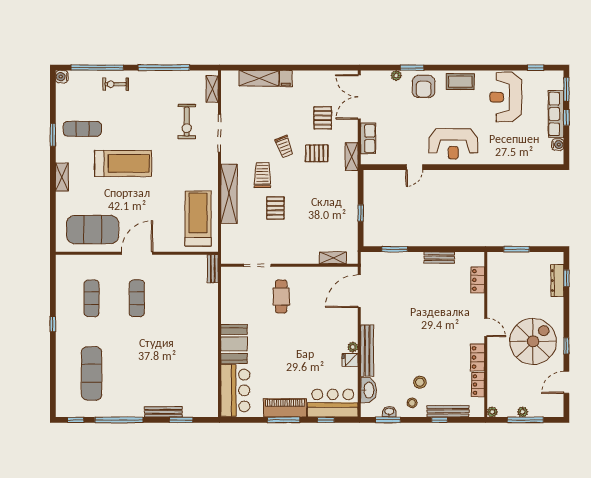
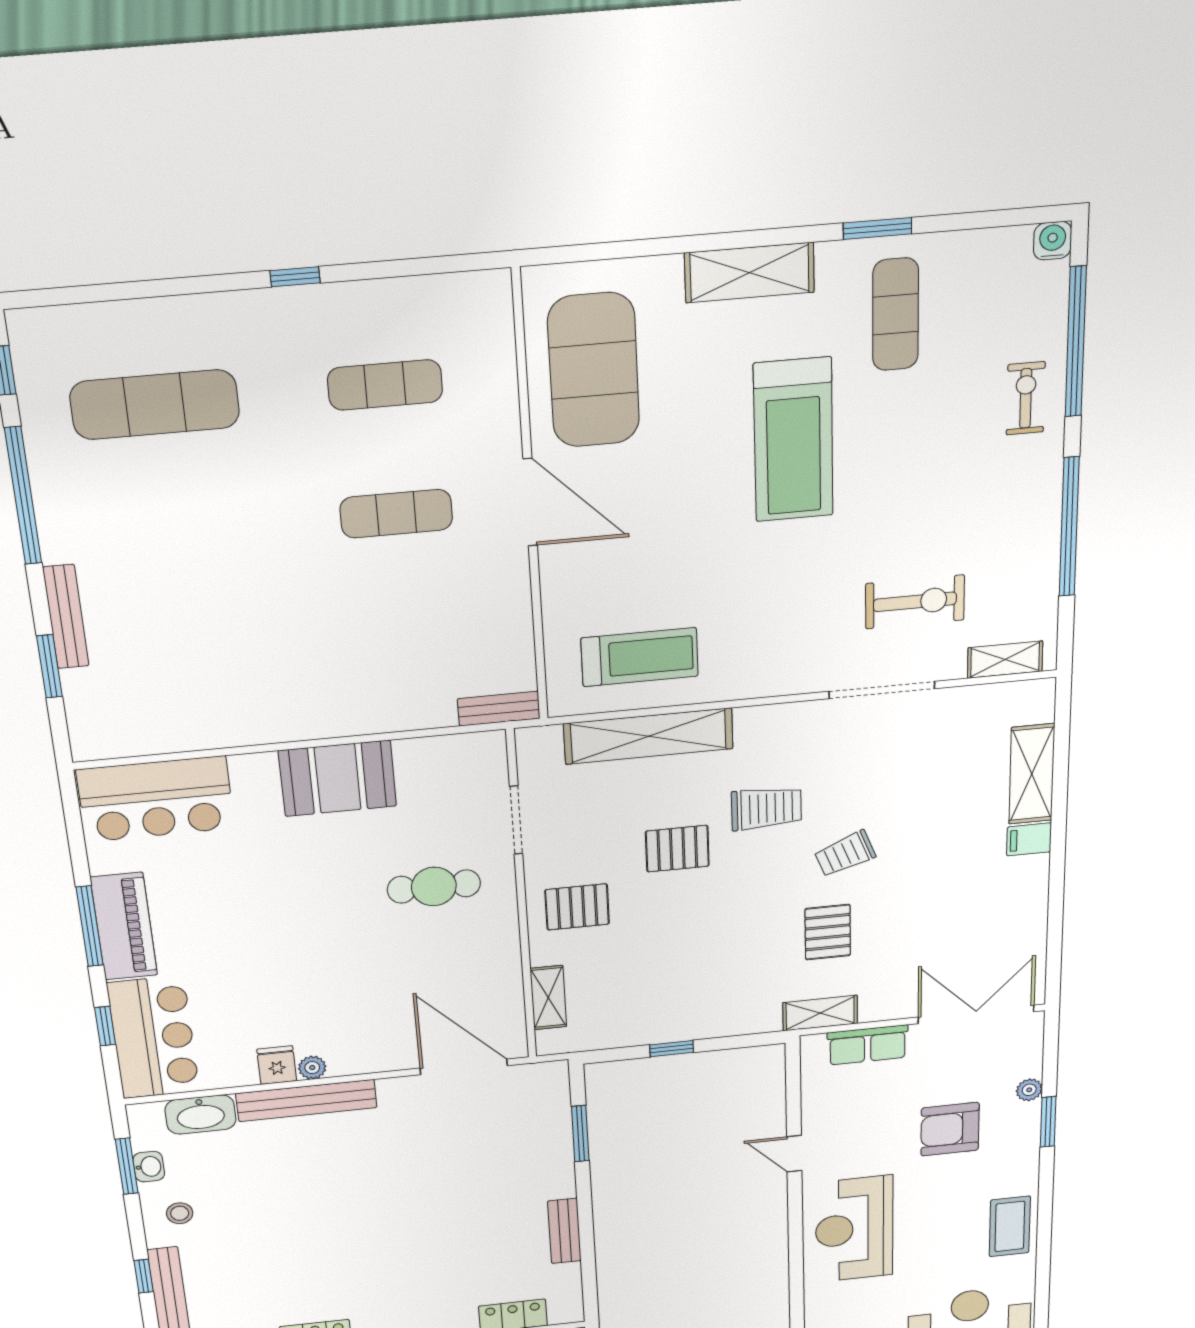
armchair: (424, 86) -> (950, 1129), moved
pallet: (323, 118) -> (577, 907), moved
exercise bike: (187, 122) -> (915, 602), turned 180
shelving: (62, 177) -> (750, 273), width x1.50, depth x1.33
shelving: (229, 194) -> (649, 736), moved
treadmill: (198, 219) -> (640, 657), width x0.73, depth x0.73
booth: (234, 344) -> (338, 778), moved
stool: (420, 382) -> (236, 1224), removed

